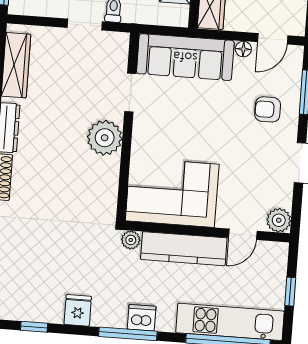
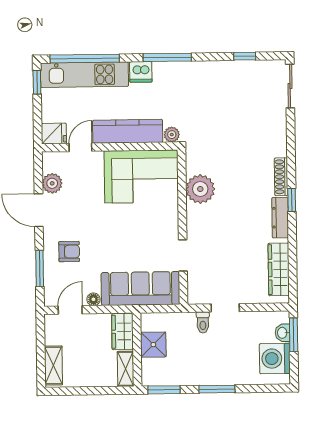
plant: (105, 138) -> (200, 189), moved
plant: (279, 220) -> (52, 183), moved
window: (290, 292) -> (37, 82), moved
fridge: (78, 310) -> (54, 134), moved, turned -90
dishwasher: (142, 318) -> (141, 72), moved

